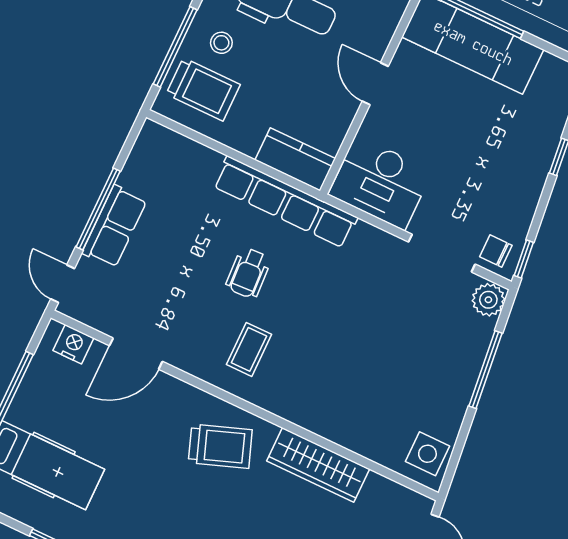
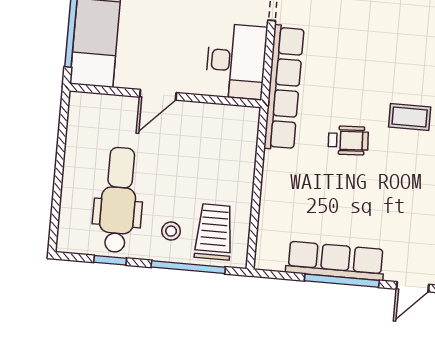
kitchen counter: (295, 159) -> (243, 137), removed
row of seats: (285, 202) -> (284, 88), moved
row of seats: (114, 226) -> (335, 261), width x1.48

